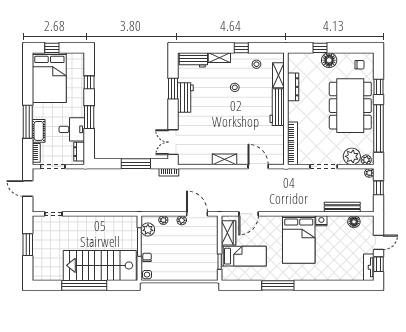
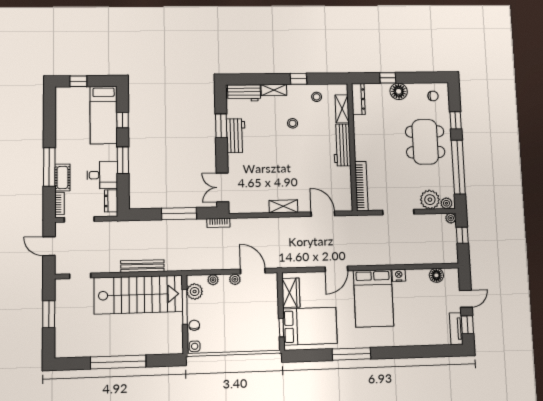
bed: (49, 78) -> (104, 115), moved, width x0.67
dresser: (293, 87) -> (358, 99), moved
dining table: (350, 106) -> (425, 142), width x0.73, depth x0.80
bench: (342, 207) -> (142, 266), moved
door: (249, 214) -> (336, 269), moved
bed: (244, 256) -> (310, 326), width x1.50
stairs: (100, 265) -> (138, 295), moved, turned 180

